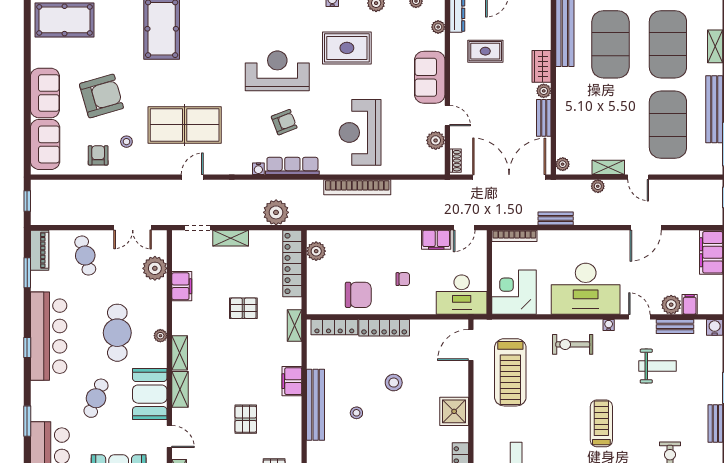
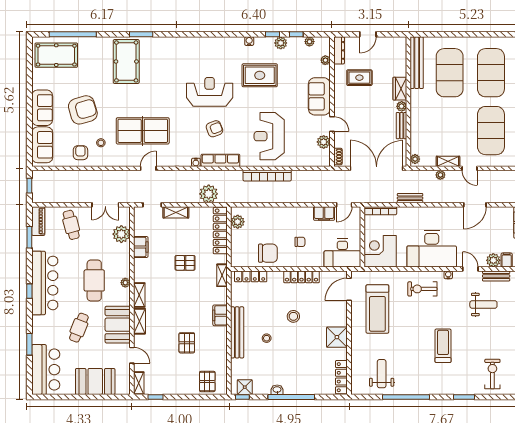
locker: (384, 328) -> (301, 277), moved

